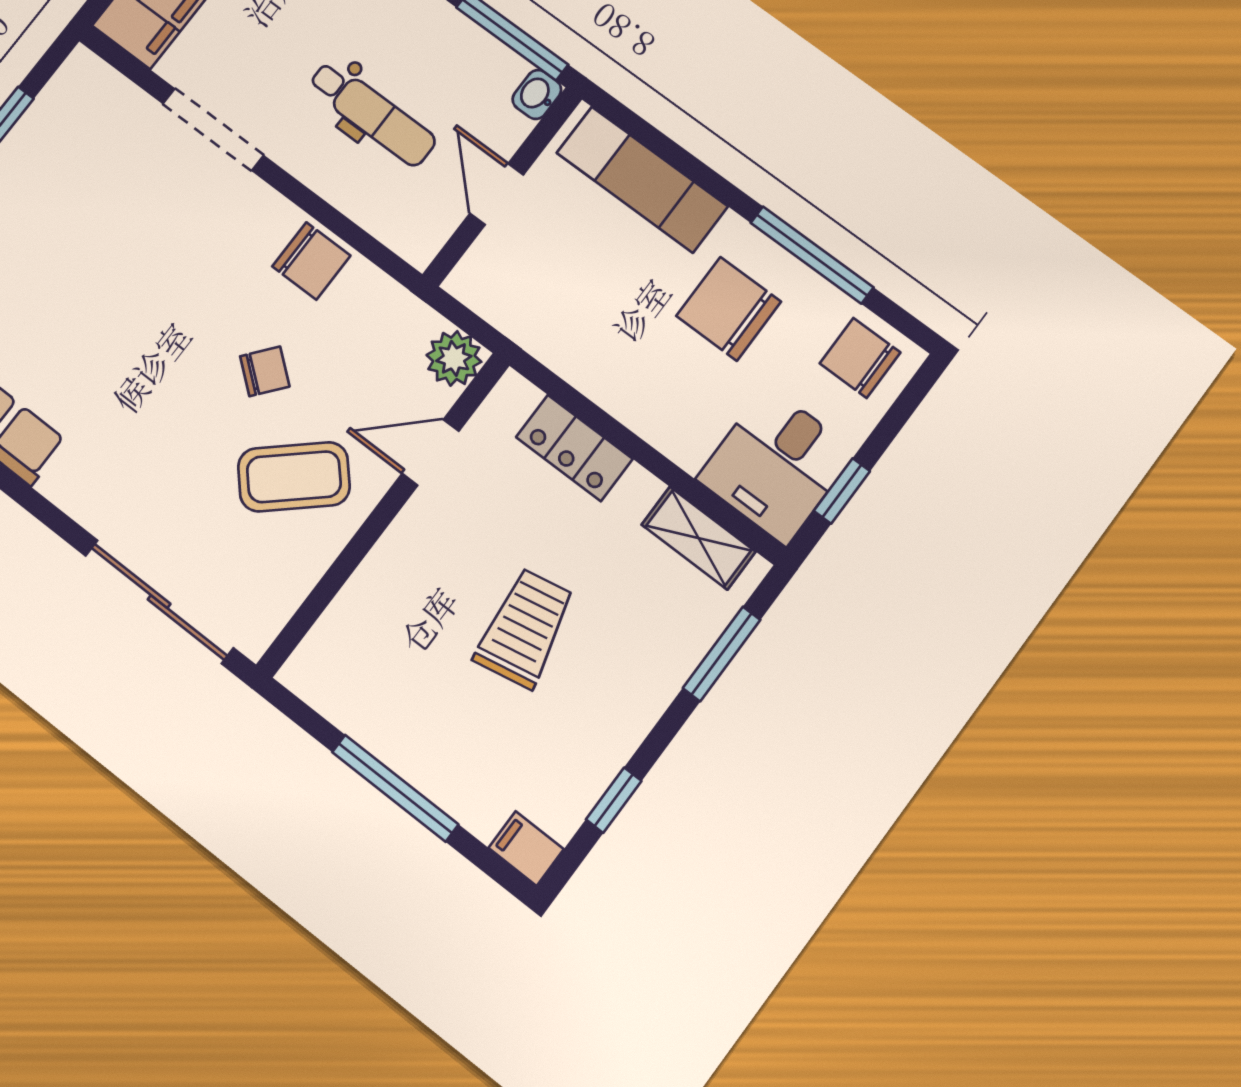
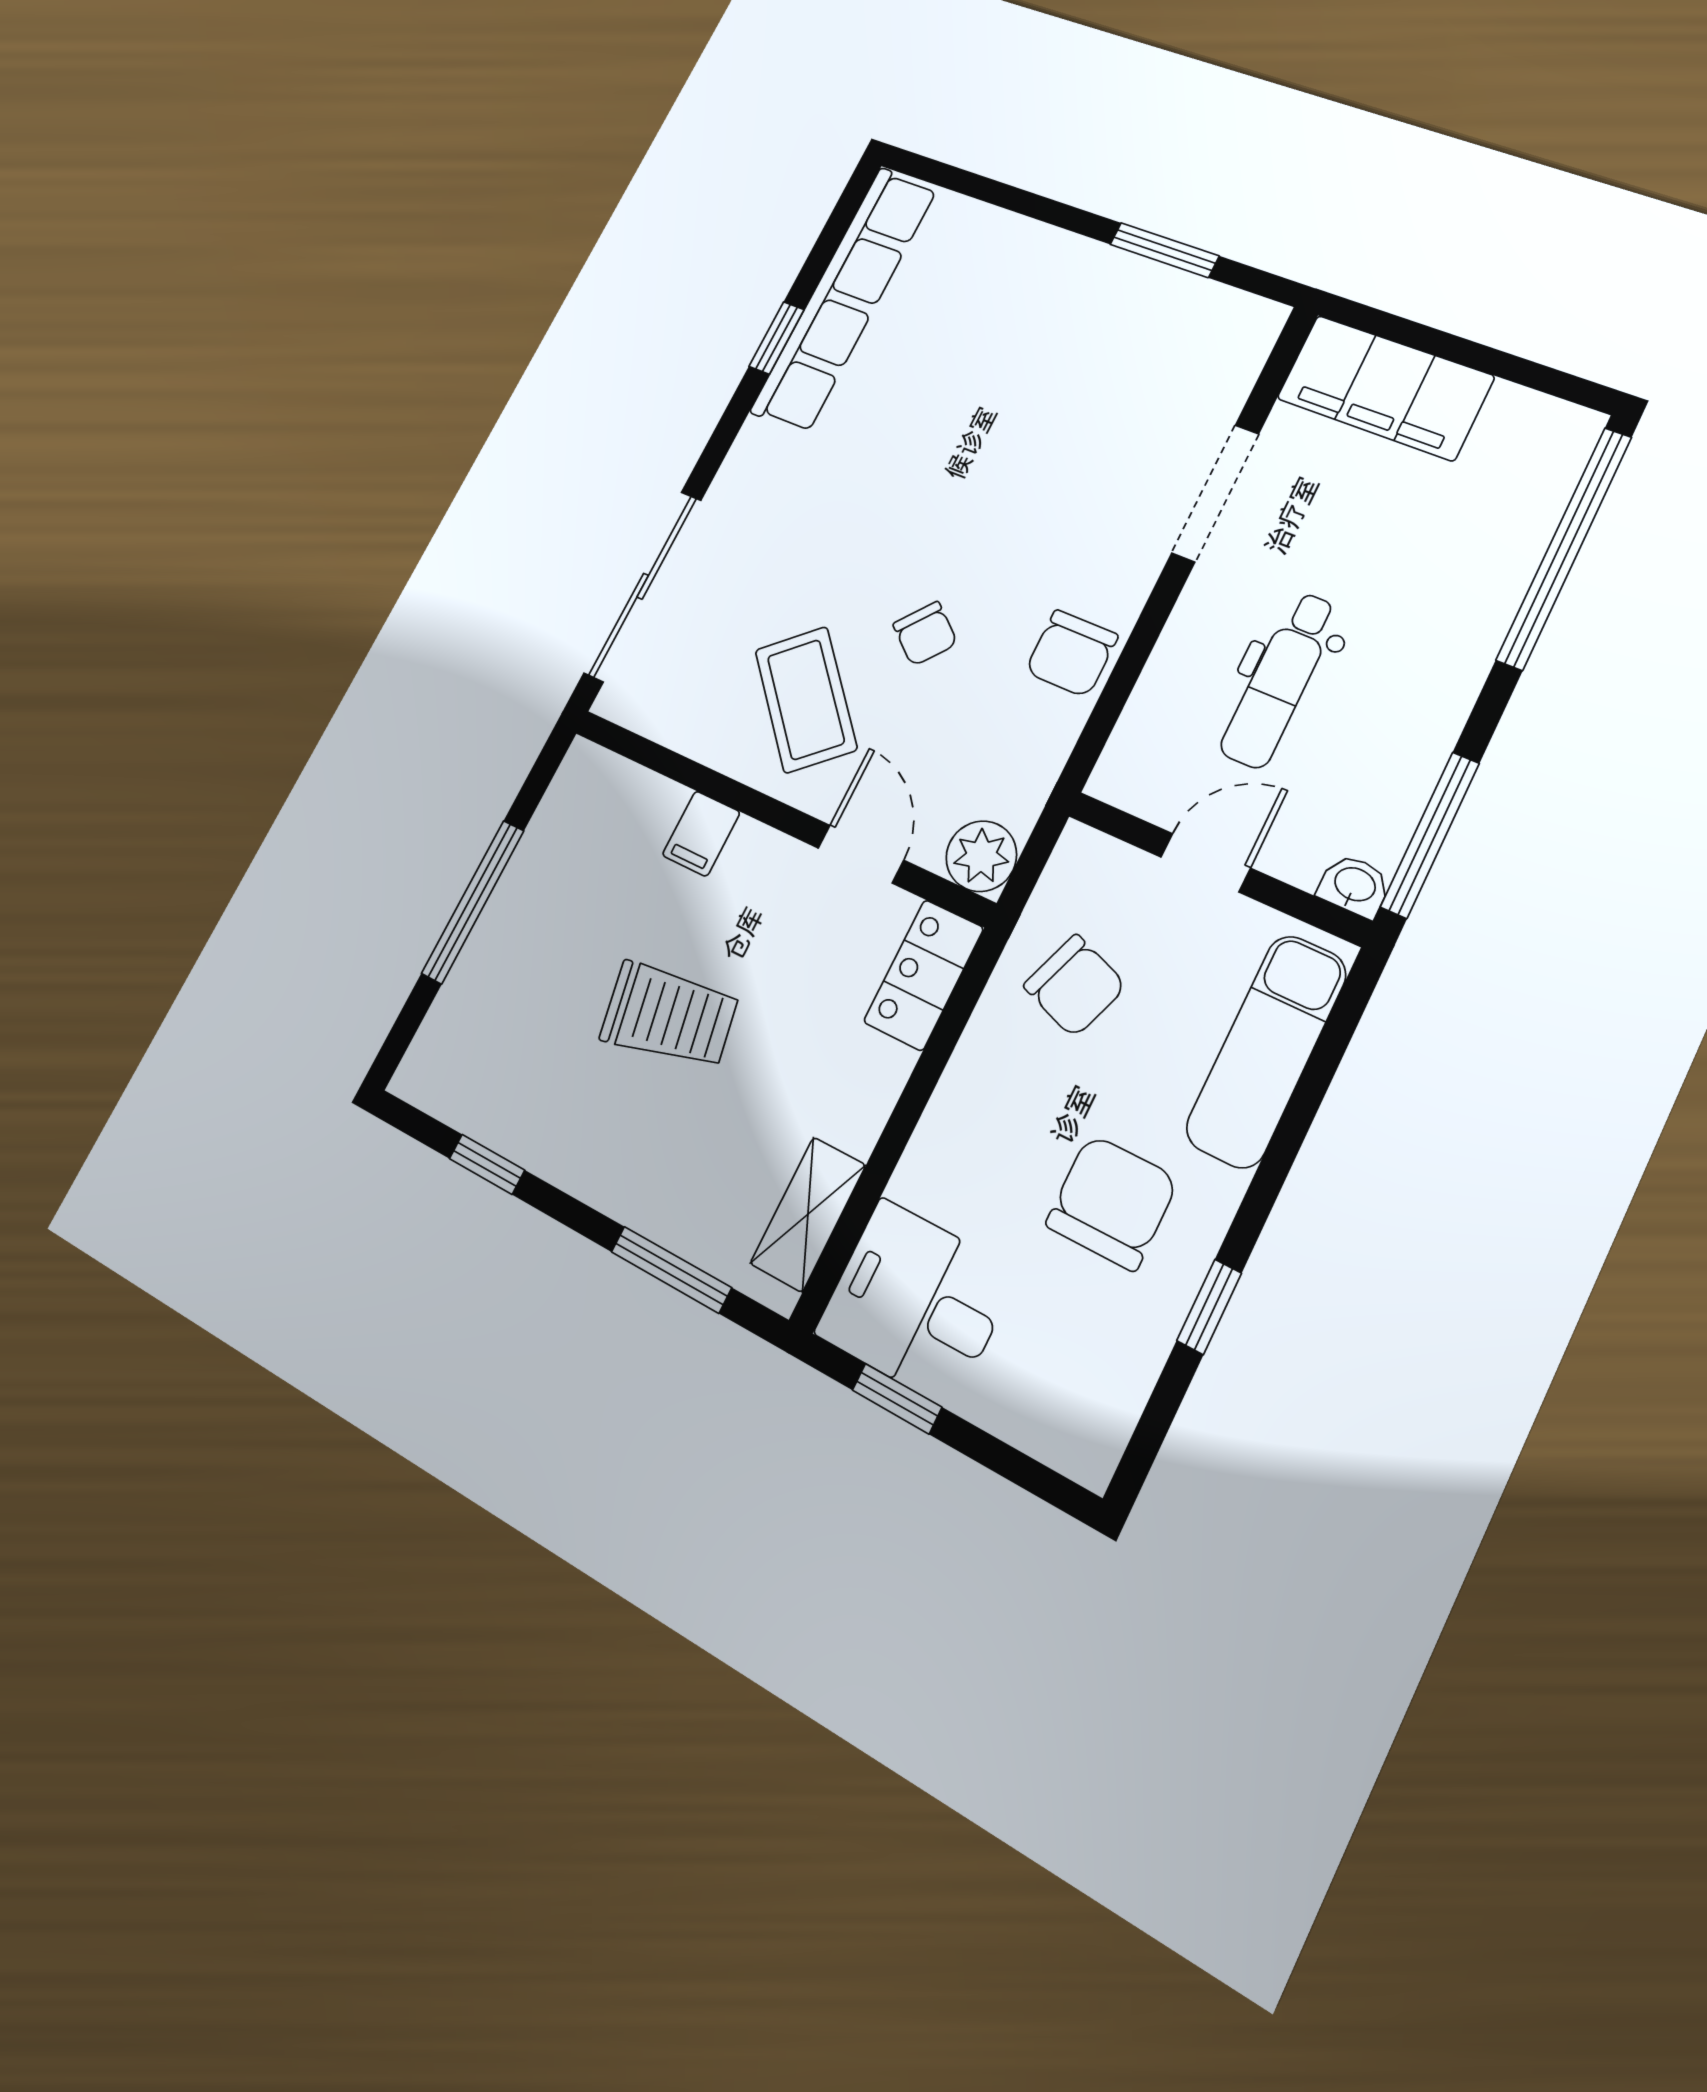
window: (812, 255) -> (1209, 1307), width x0.46
chair: (860, 358) -> (1075, 986), moved, turned 110
locker: (574, 448) -> (924, 975), moved
filing cabinet: (526, 848) -> (701, 834), moved, turned 180

